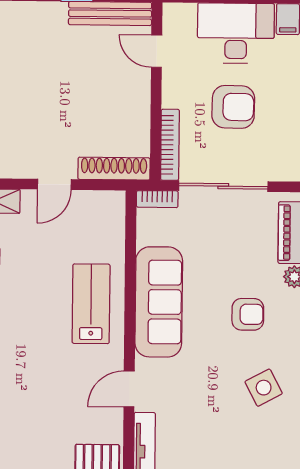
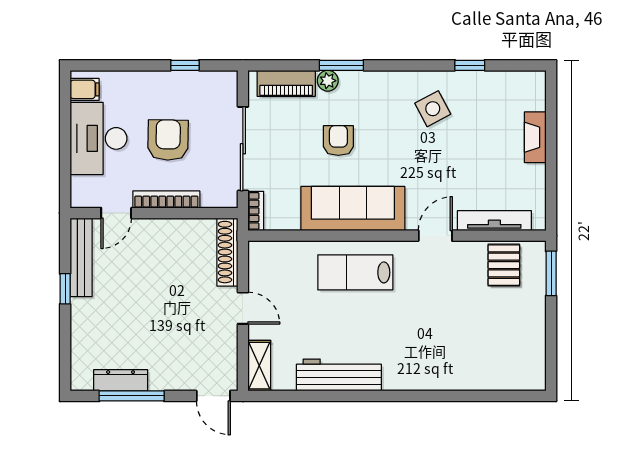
bookcase: (170, 145) -> (166, 199), moved
armchair: (248, 314) -> (338, 141), moved
door: (129, 389) -> (435, 236), swing flipped

